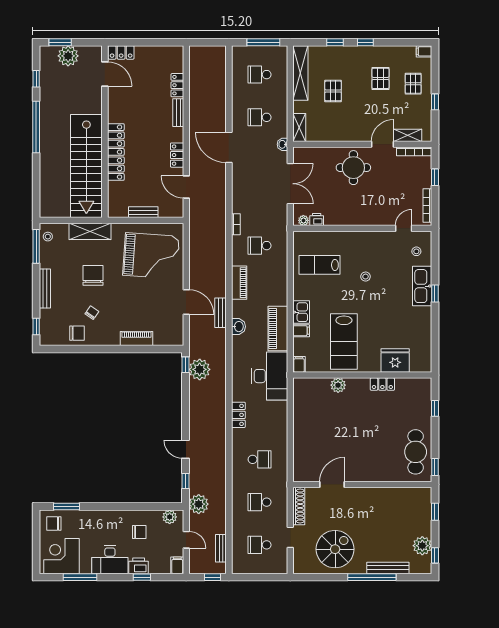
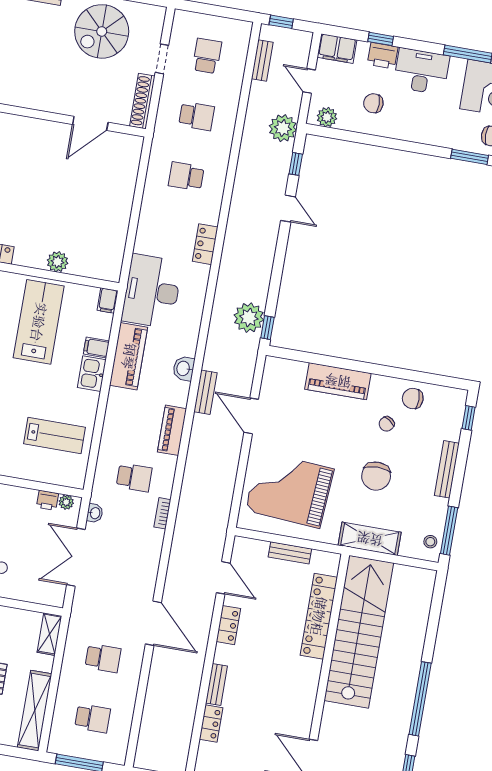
washbasin: (283, 144) -> (95, 513), moved
locker: (116, 152) -> (319, 616), moved
piano: (136, 339) -> (338, 381), width x1.37, depth x1.33
school desk: (260, 545) -> (207, 56), turned -90
filing cabinet: (177, 565) -> (337, 49), width x2.00

